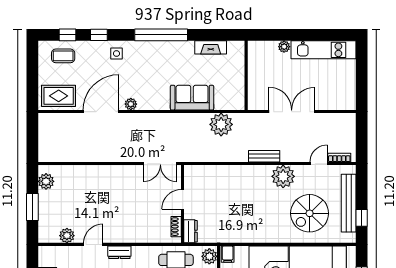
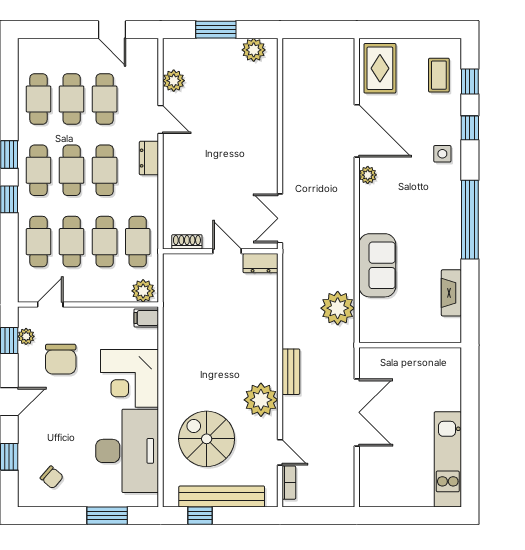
plant: (284, 47) -> (453, 401), removed
dresser: (191, 231) -> (261, 263), moved

